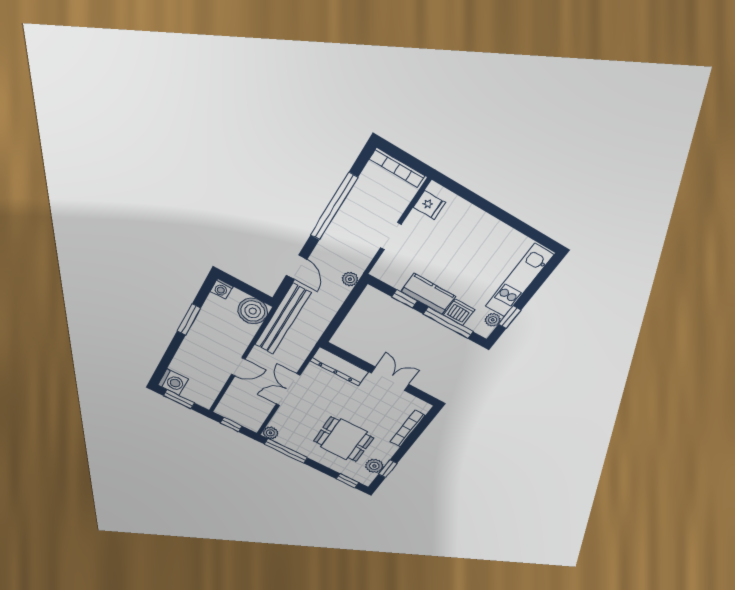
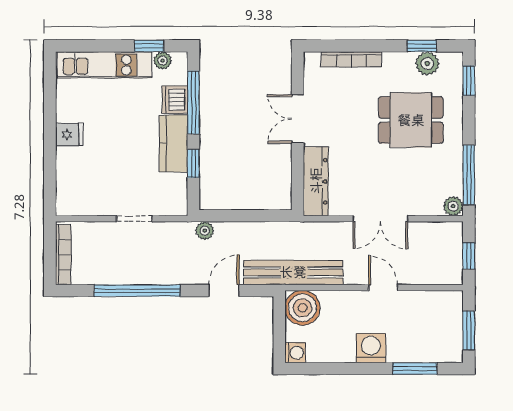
fridge: (429, 205) -> (69, 135), moved, turned 90
window: (189, 320) -> (415, 369), moved
washing machine: (173, 382) -> (371, 348), moved
dining table: (344, 439) -> (411, 120), turned 90

